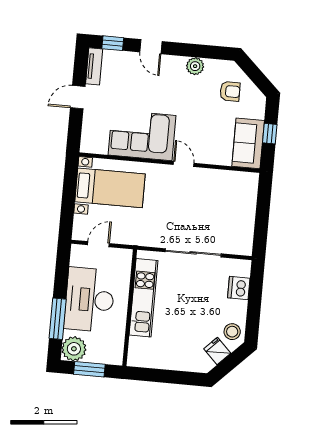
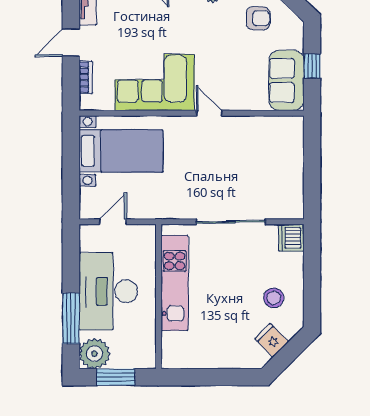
bookcase: (87, 126) -> (86, 77), added
dishwasher: (239, 288) -> (291, 238), moved
stool: (232, 332) -> (274, 298), moved

